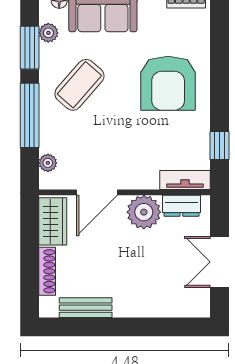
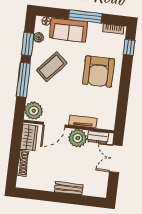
window: (220, 145) -> (129, 47), moved
plant: (48, 163) -> (34, 111), width x1.88, depth x1.88
tv unit: (185, 180) -> (83, 122), moved
double door: (220, 262) -> (116, 159), moved
bench: (86, 308) -> (69, 188), moved

